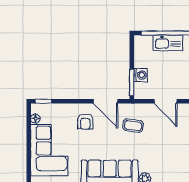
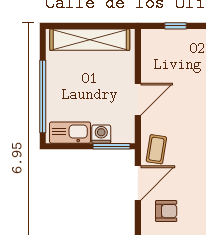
kitchen sink: (168, 43) -> (70, 133), moved, turned -90
coffee table: (133, 126) -> (156, 149), moved

